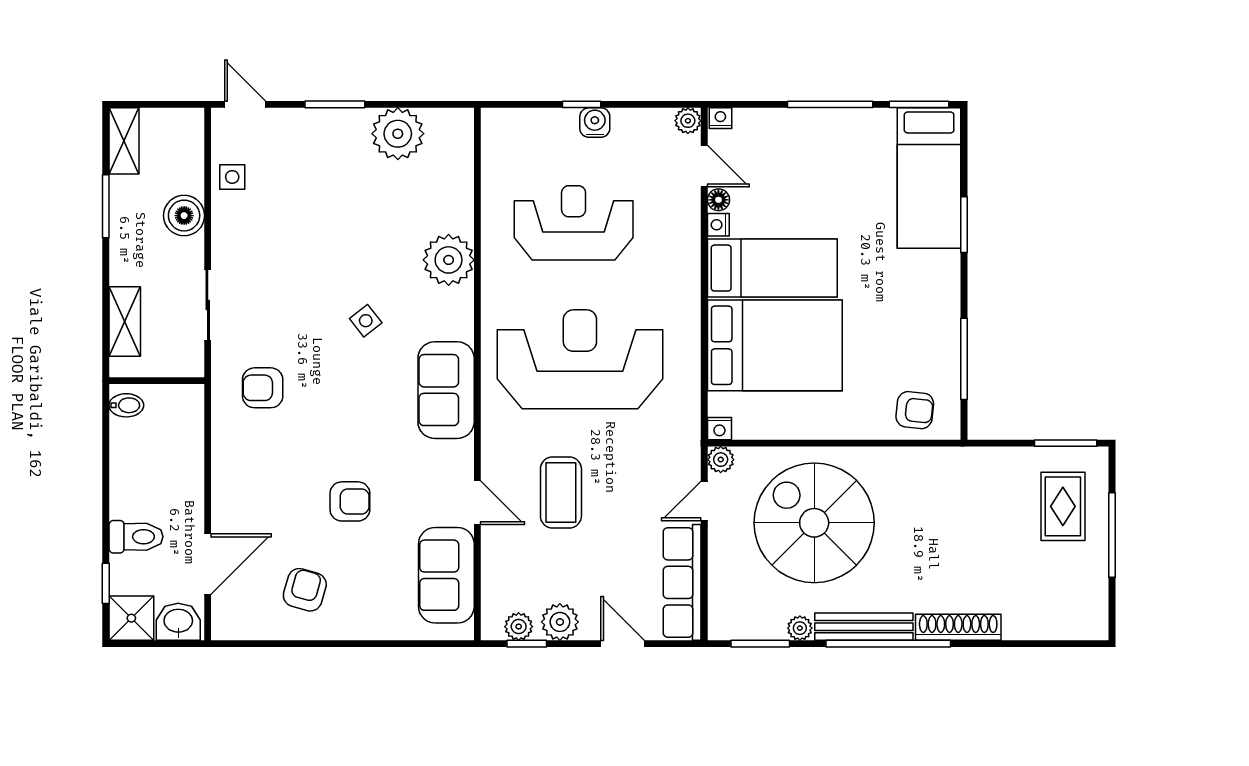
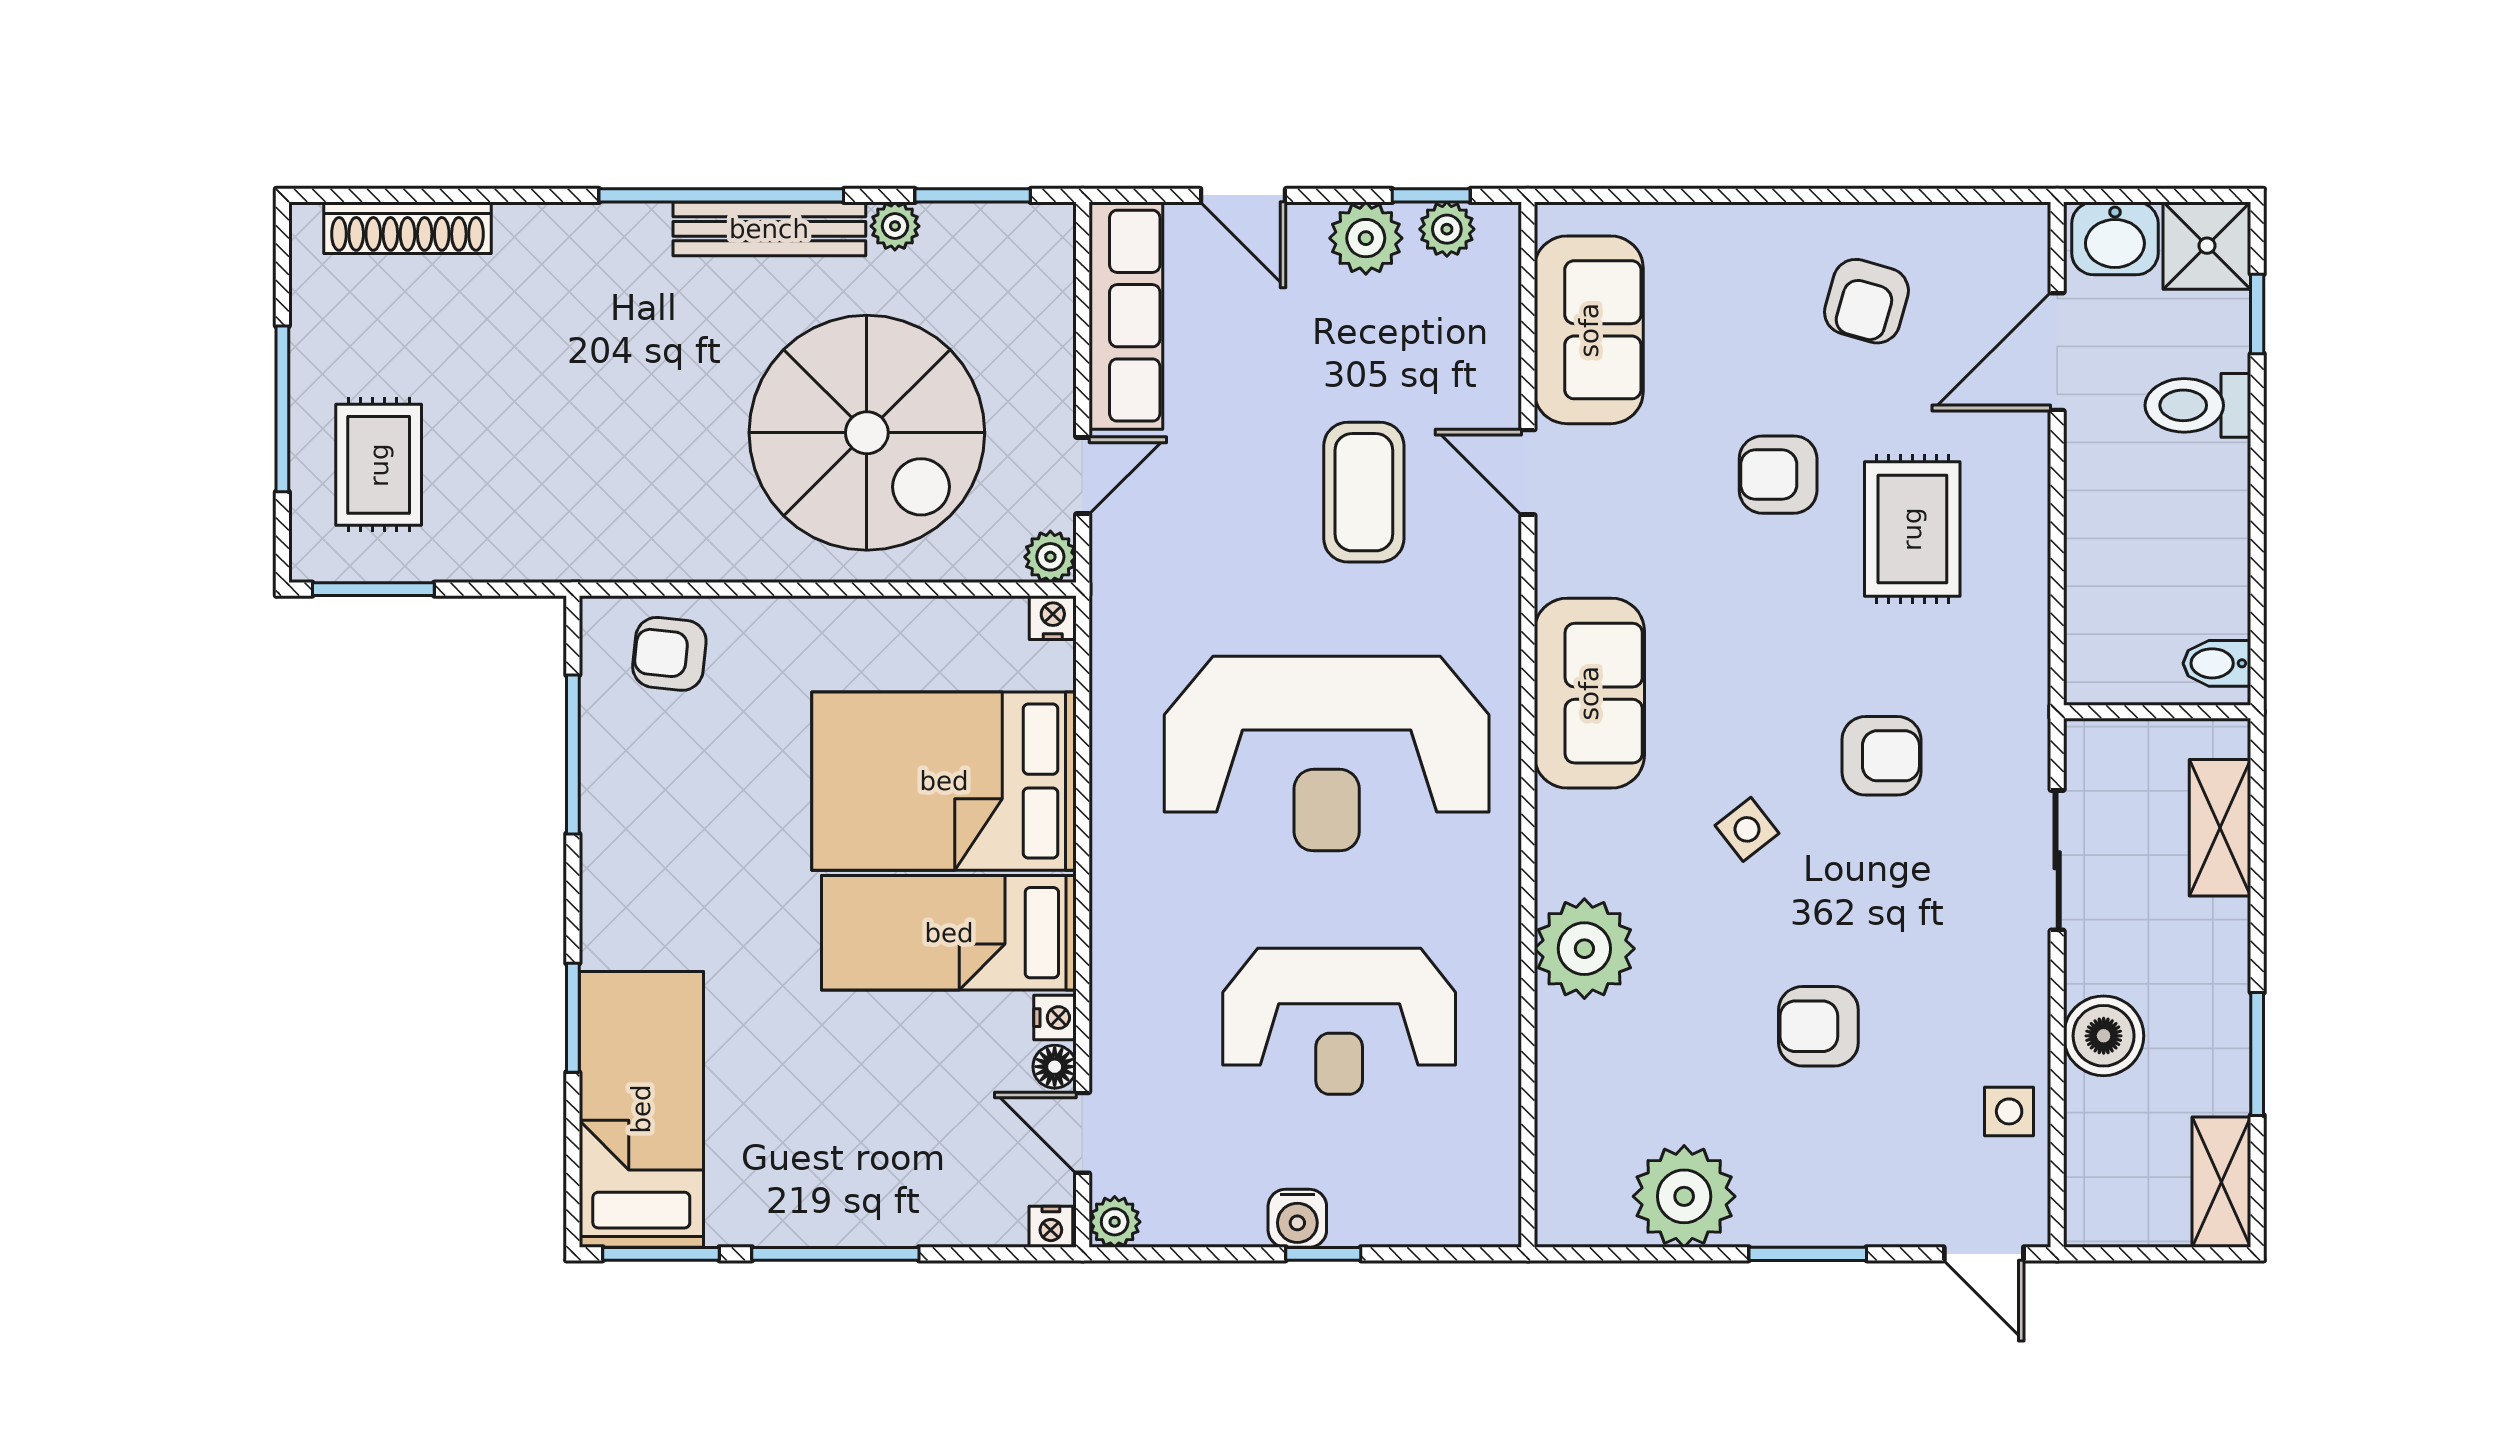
armchair: (329, 220) -> (1818, 1026), added
armchair: (263, 388) -> (1881, 756), moved
rug: (281, 474) -> (1912, 529), added
shoe rack: (958, 627) -> (408, 228), moved

